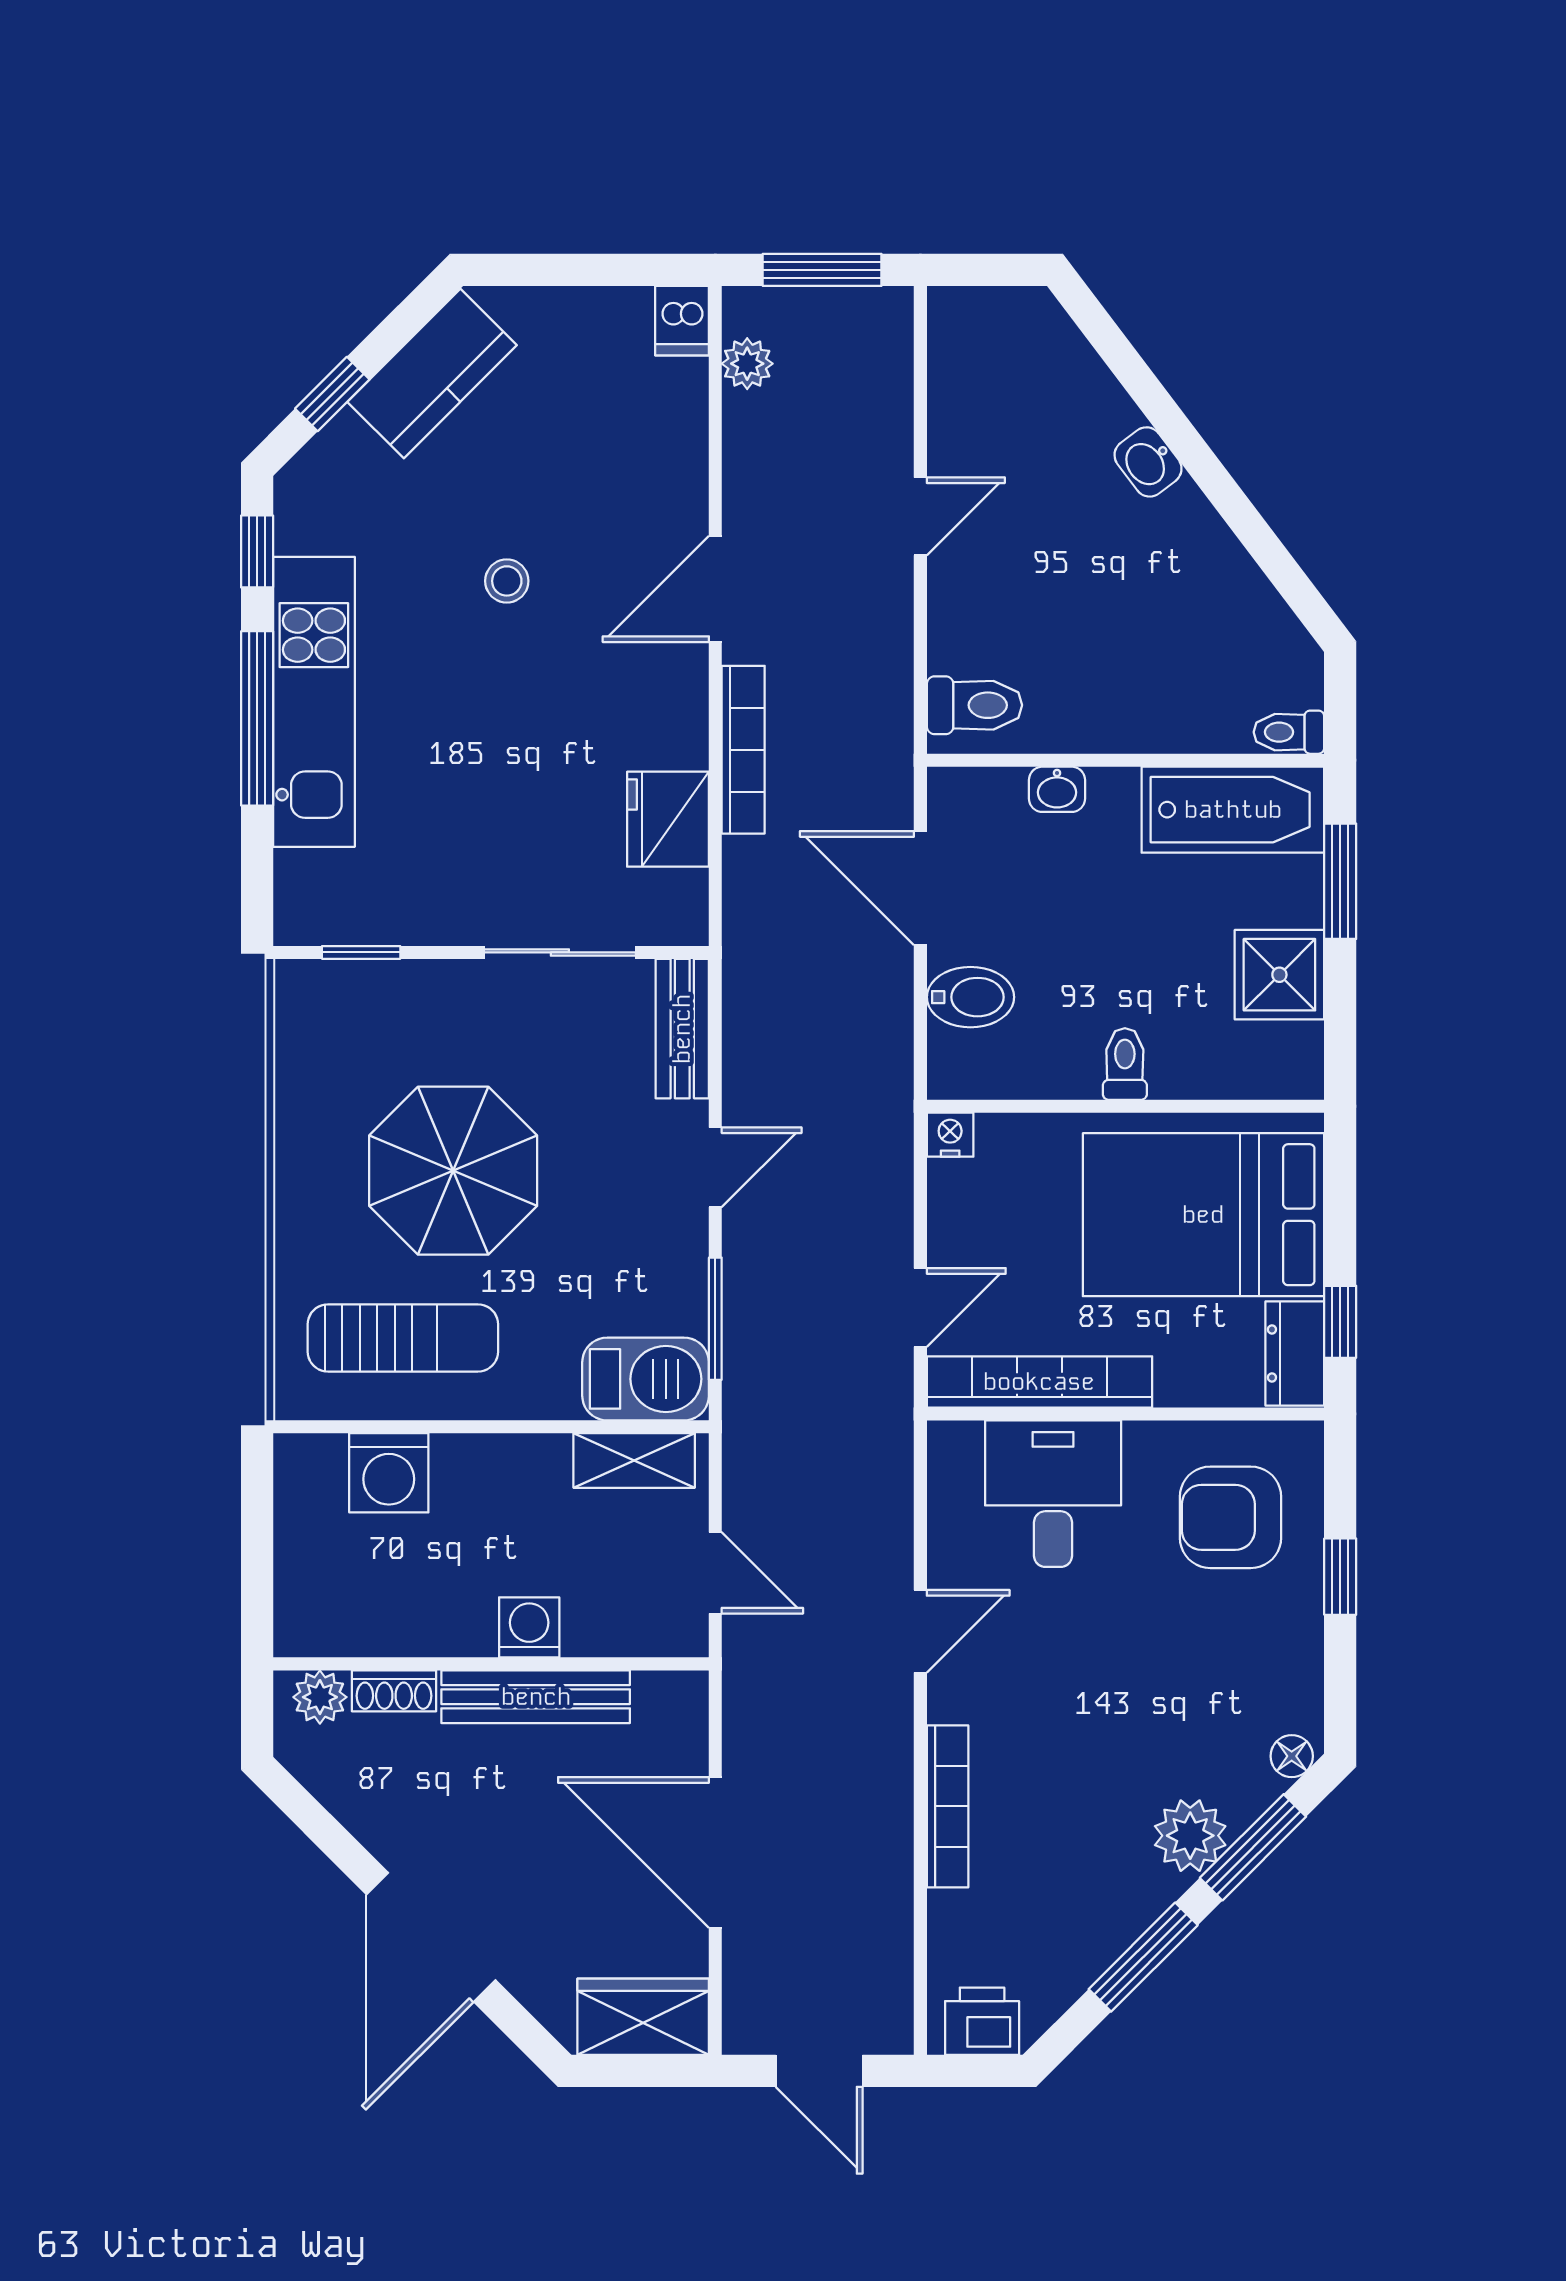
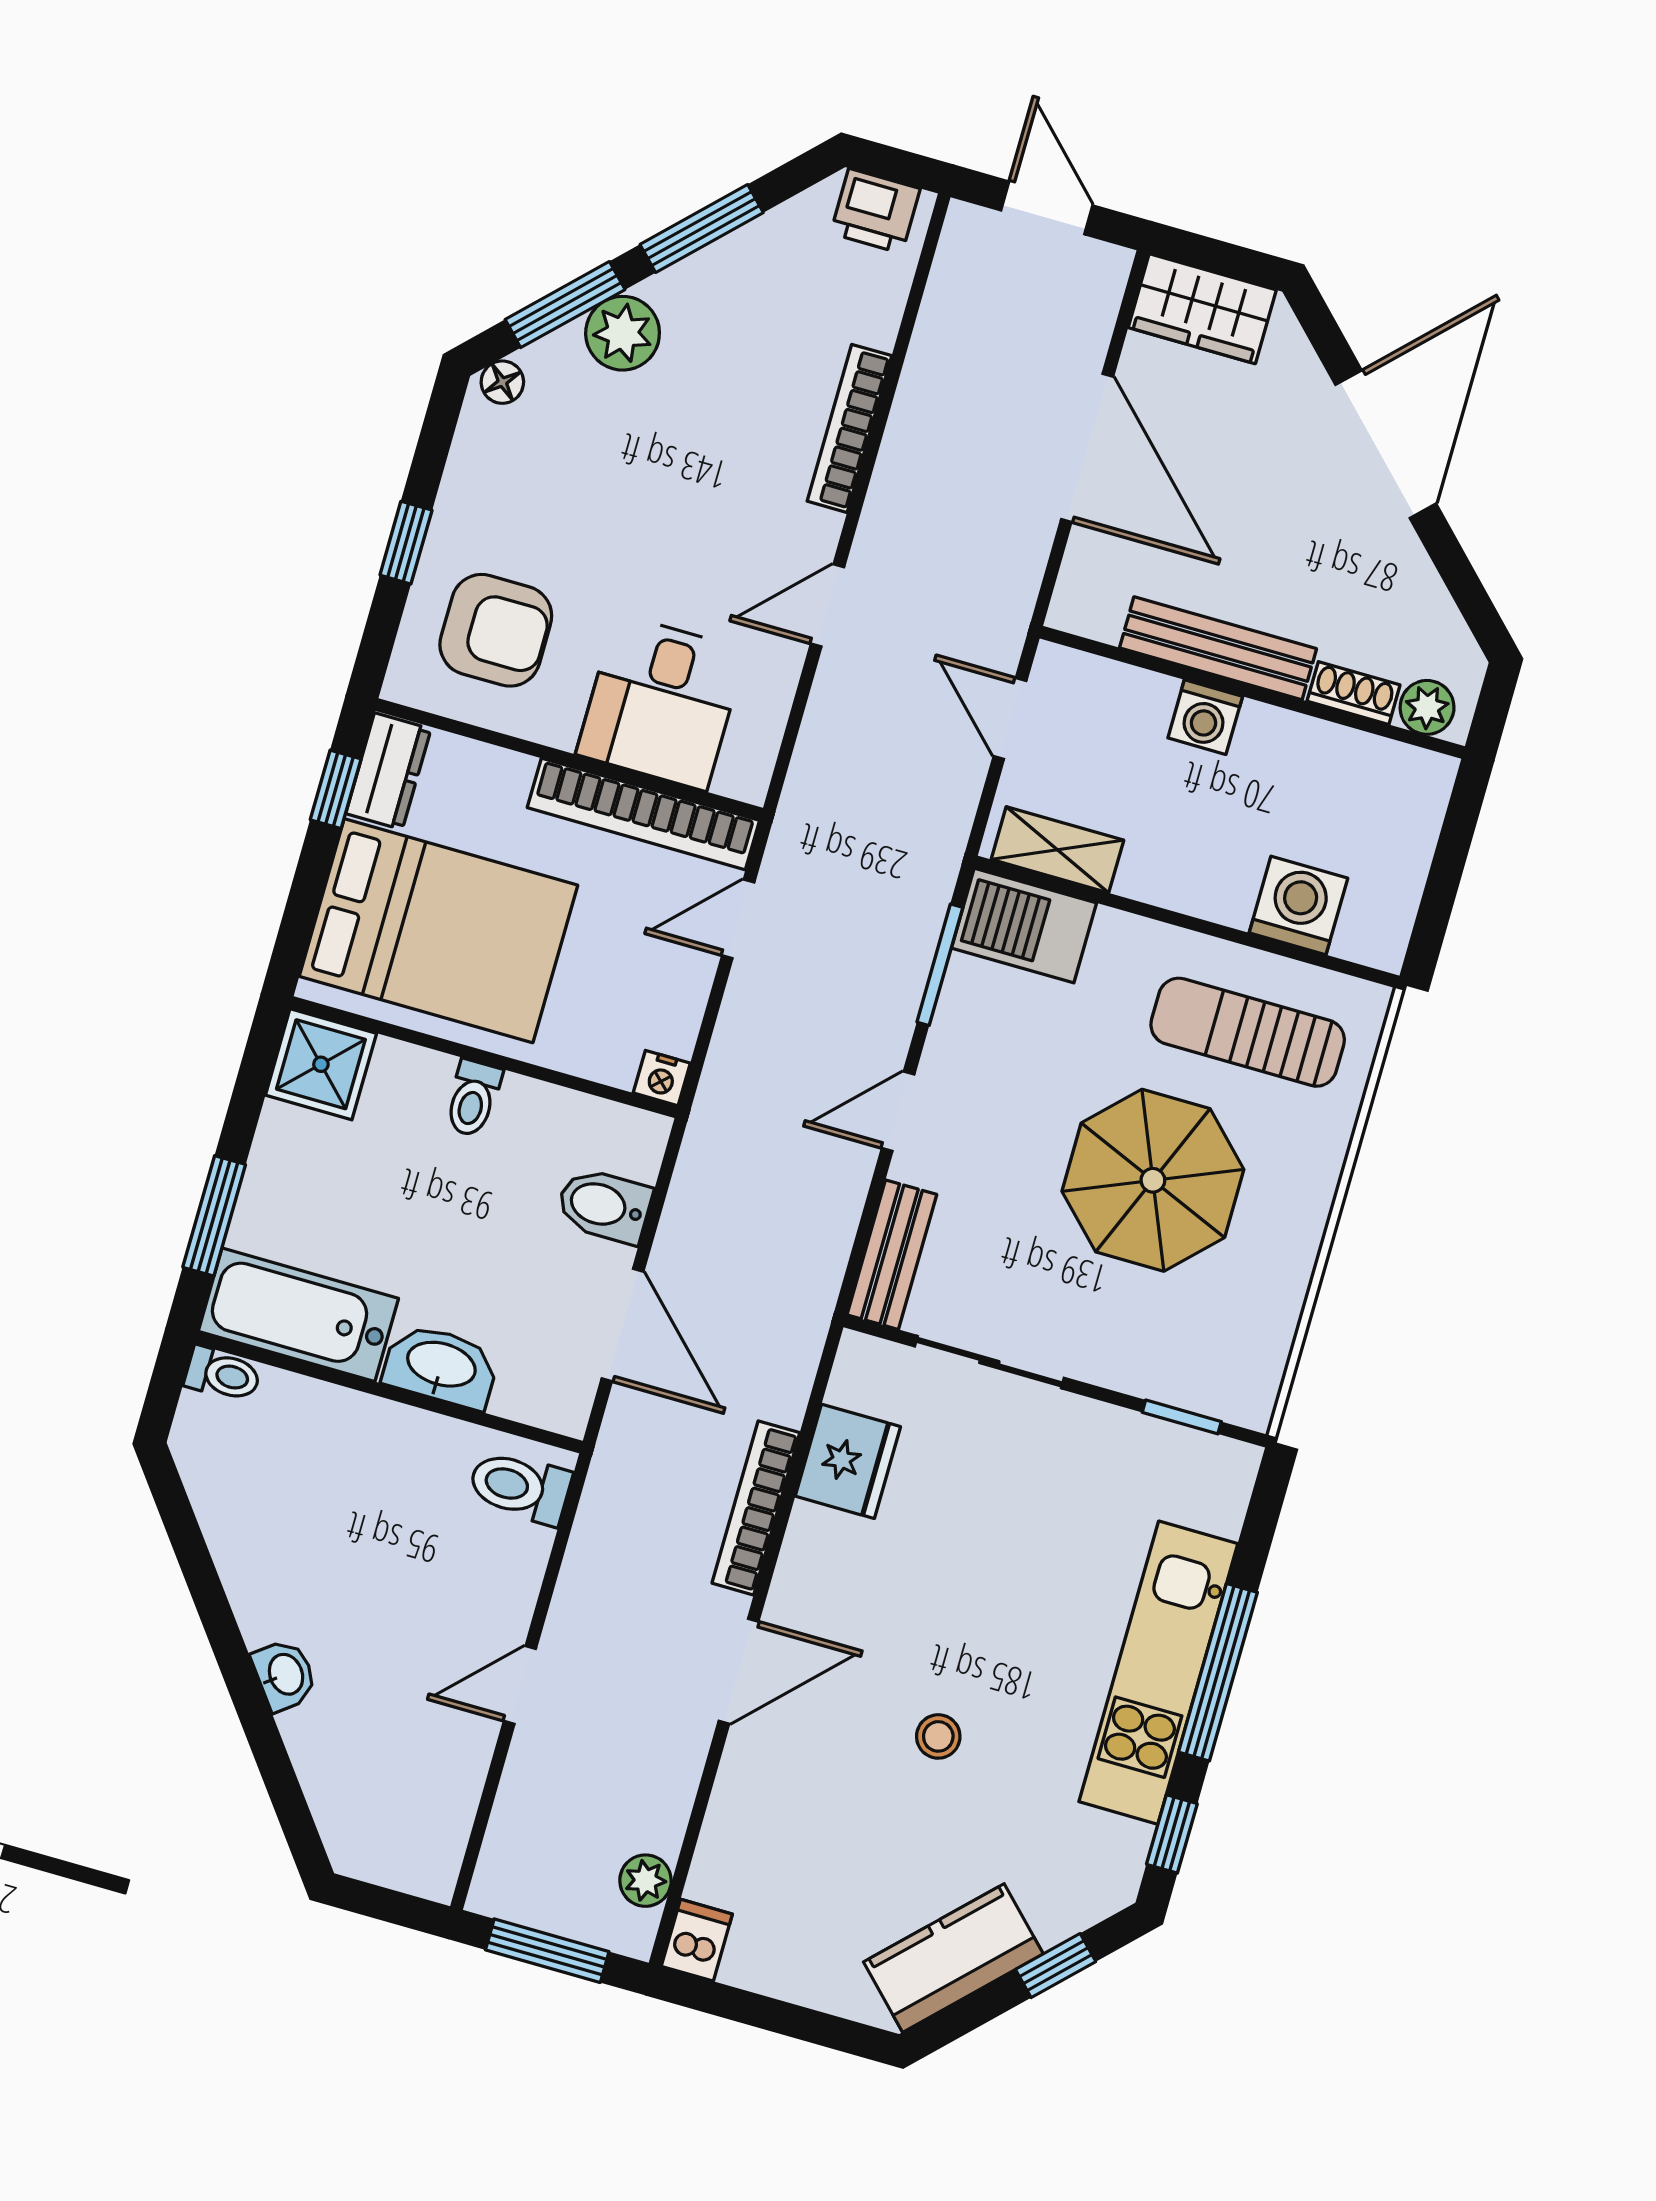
washbasin: (1057, 789) -> (441, 1366), width x1.91, depth x1.45
shower: (1279, 975) -> (321, 1064), moved

